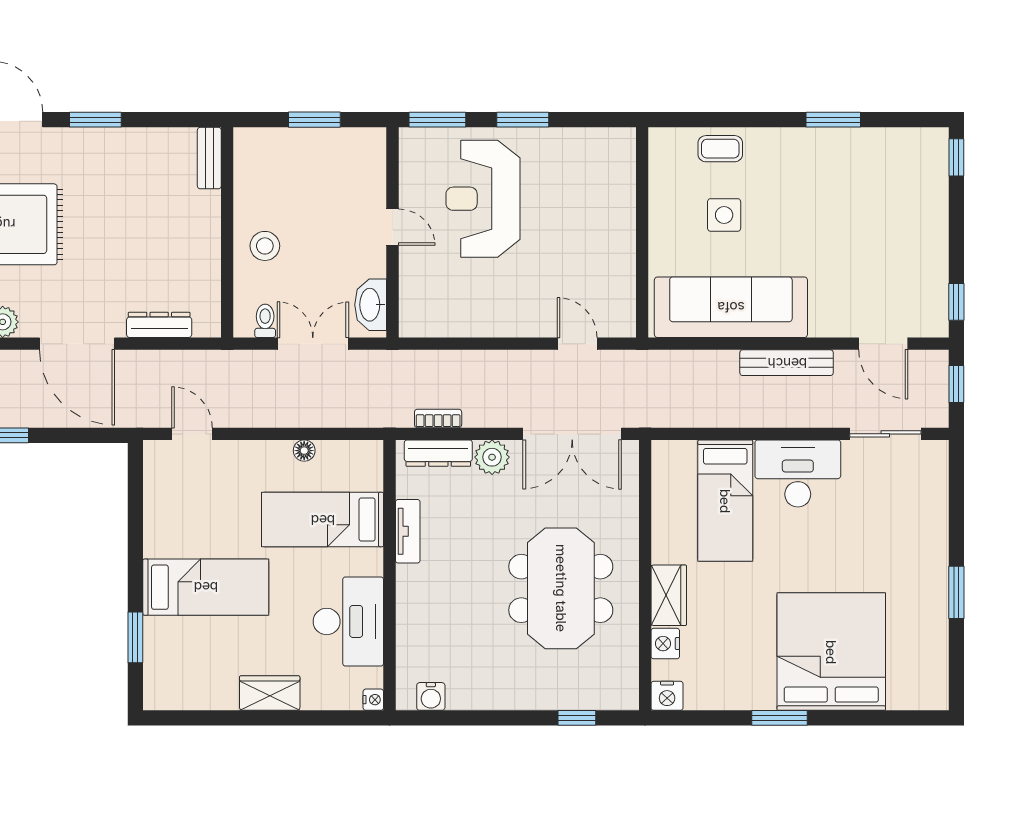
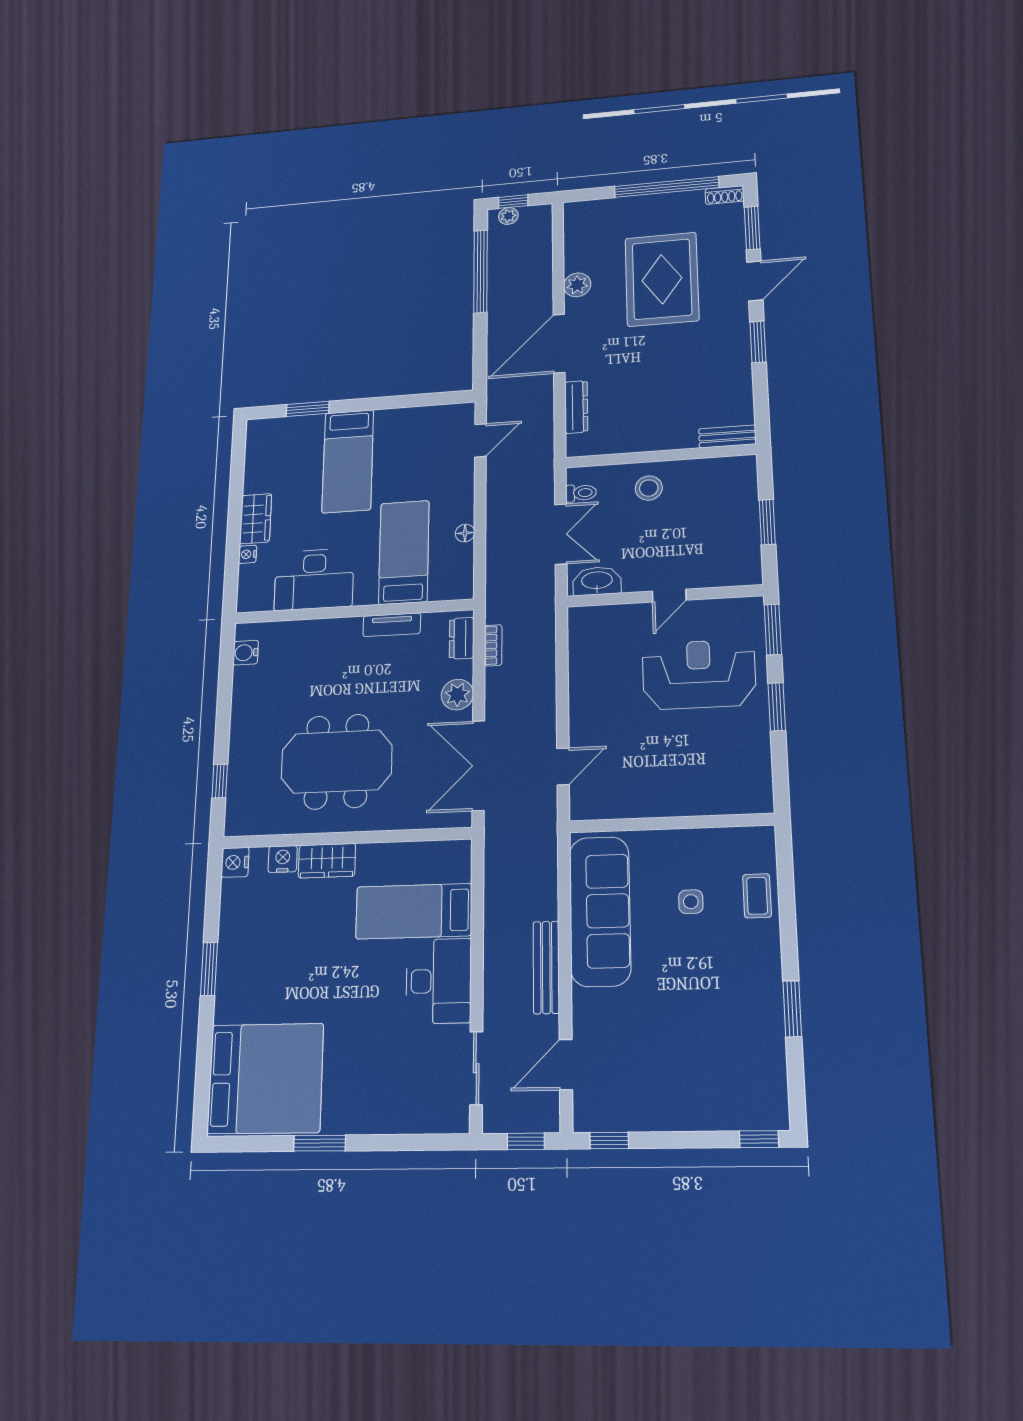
side table: (724, 215) -> (691, 902), width x0.73, depth x0.73
dresser: (438, 453) -> (462, 638), width x0.70
bed: (831, 652) -> (265, 1078), moved
nightstand: (373, 700) -> (248, 554), moved, turned 90

